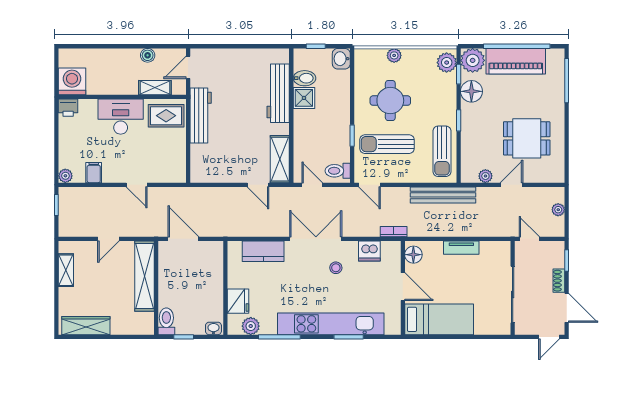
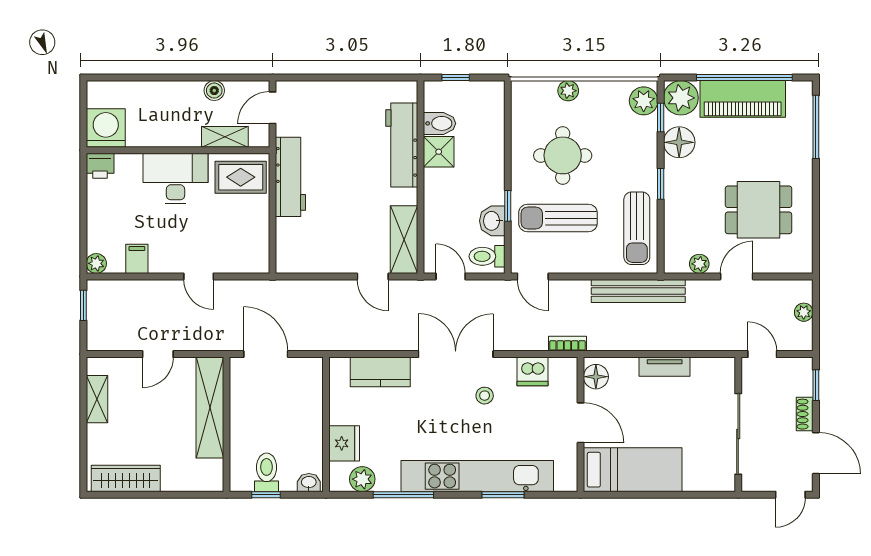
washbasin: (341, 59) -> (492, 221), moved
toilet: (166, 321) -> (267, 472), moved

